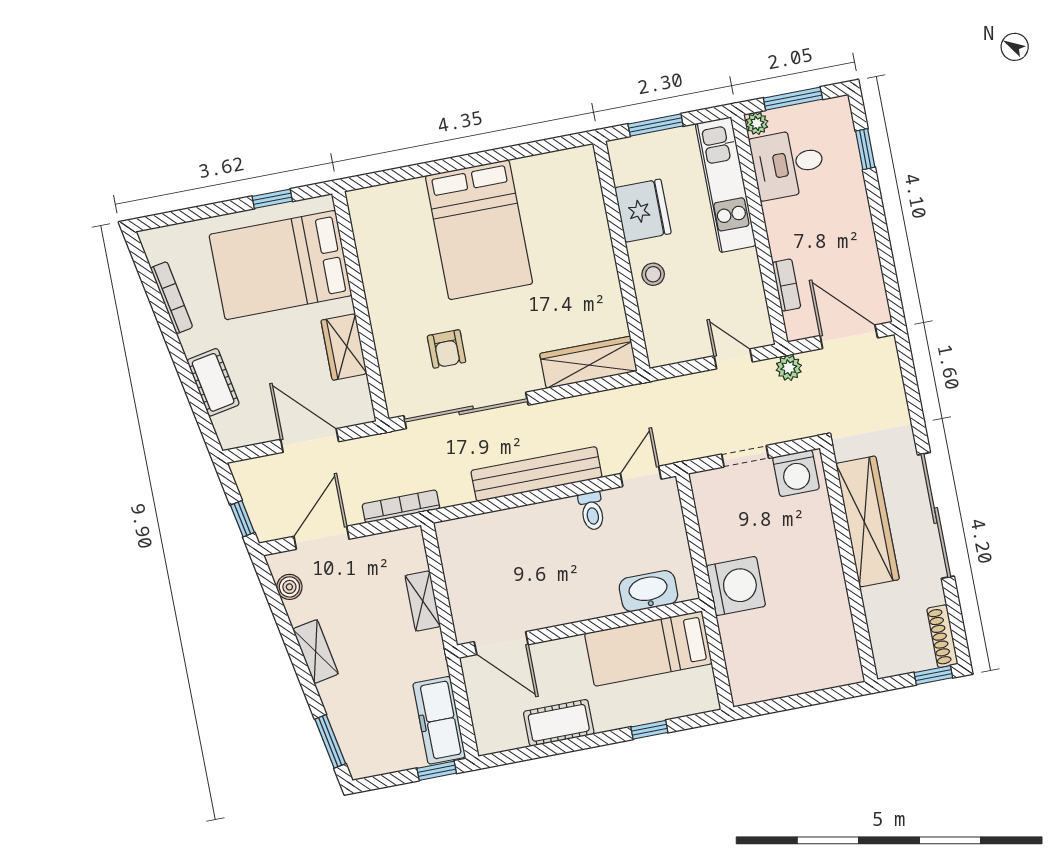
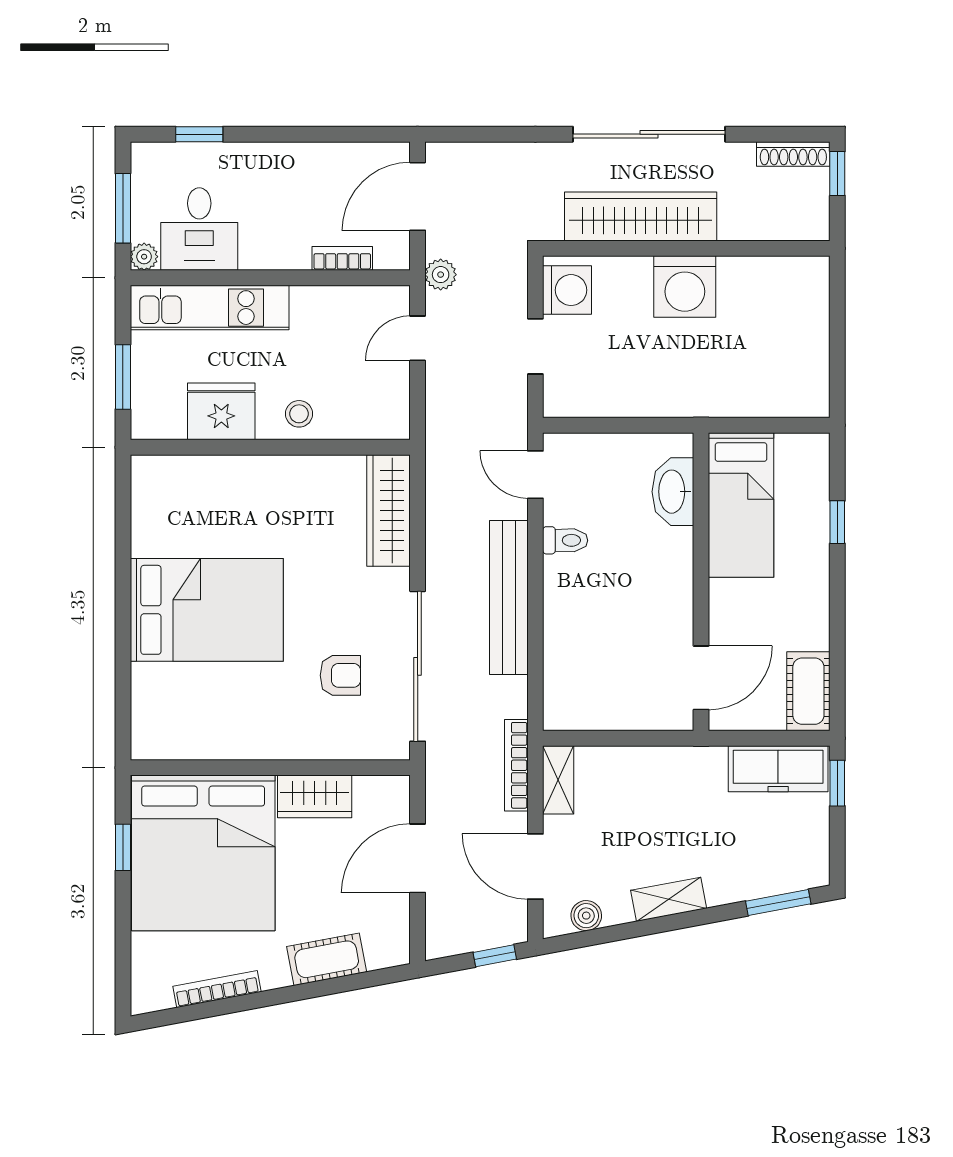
bed: (280, 265) -> (203, 853), width x1.36
washing machine: (736, 586) -> (685, 287), moved, turned 180
shelving: (423, 601) -> (558, 780), moved, turned 90
cot: (559, 723) -> (808, 691), moved

